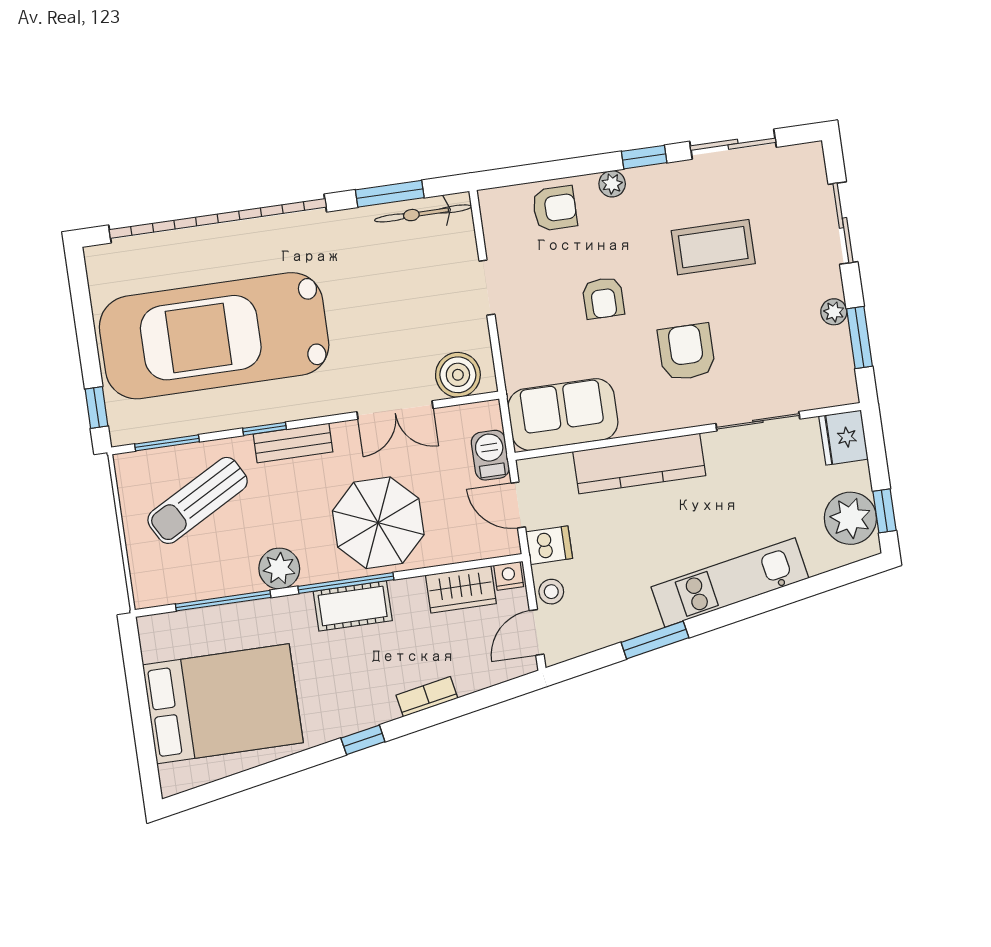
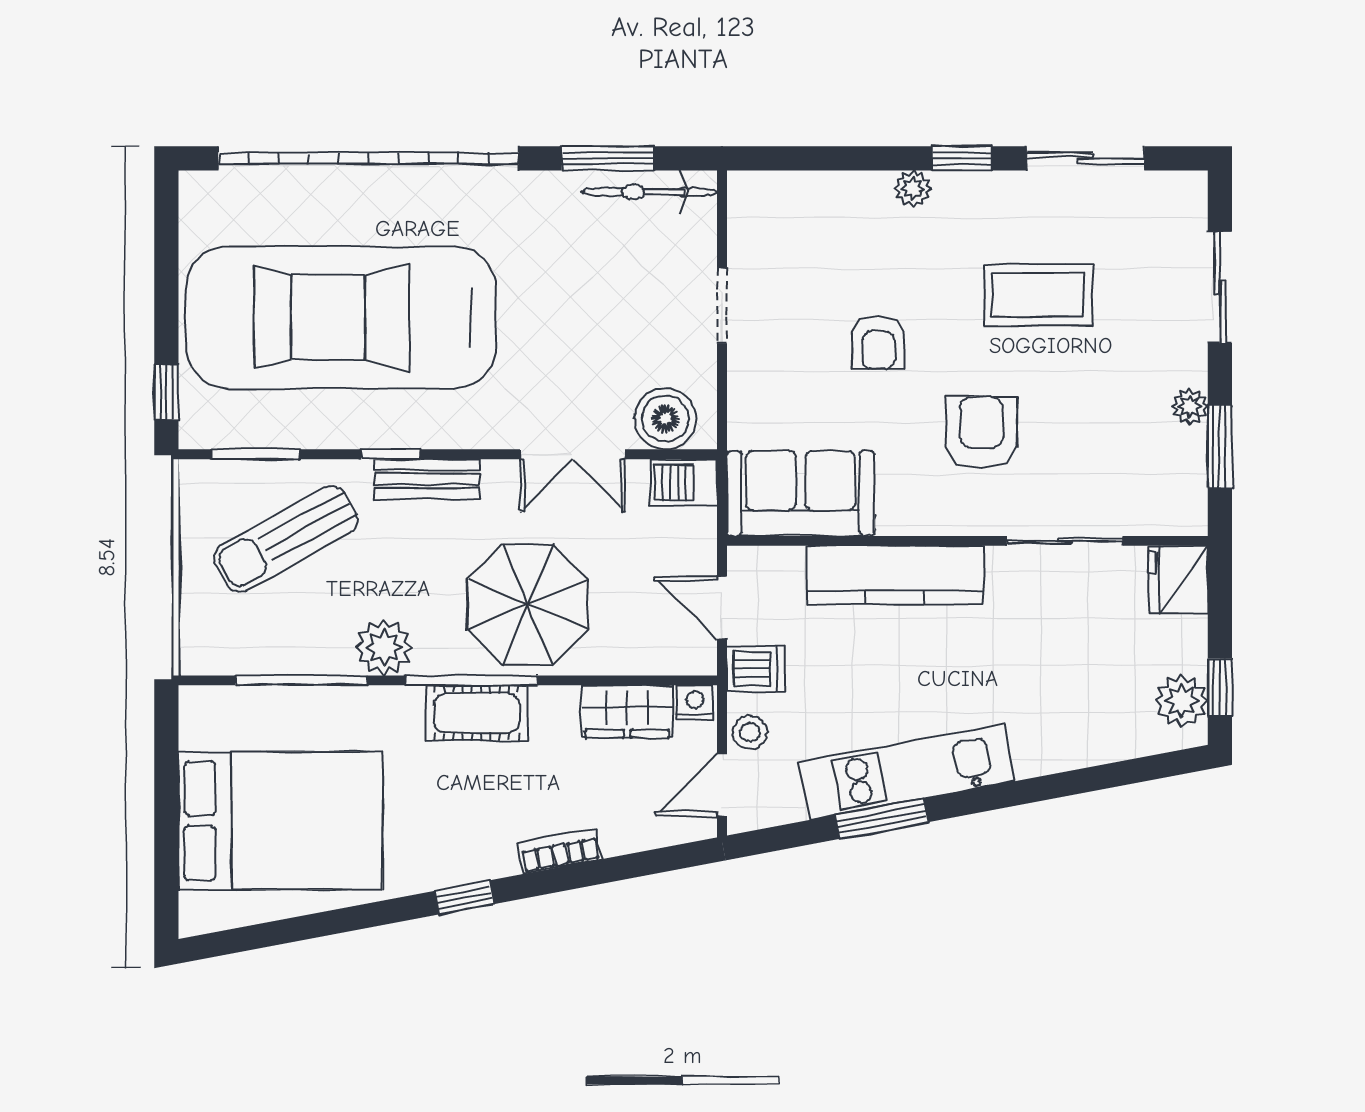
armchair: (555, 208) -> (830, 211), removed
barbecue: (490, 455) -> (684, 483), moved, turned -90
plant: (850, 518) -> (1181, 701), width x0.73, depth x0.73
kitchen unit: (730, 582) -> (906, 772), moved

